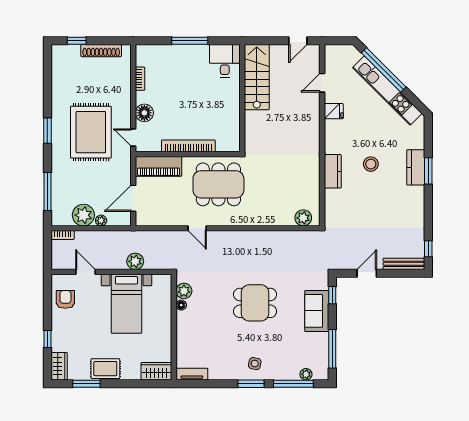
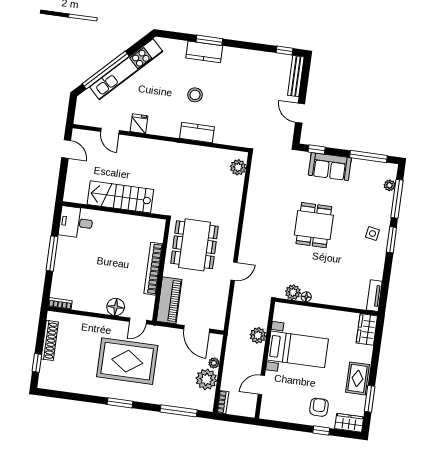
stairs: (257, 77) -> (120, 197), moved
bookcase: (140, 79) -> (60, 304), moved
armchair: (65, 299) -> (319, 407), moved, turned 90

